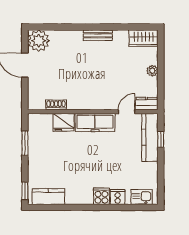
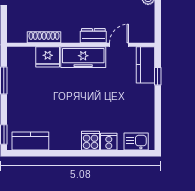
dresser: (147, 104) -> (93, 36), moved
shoe rack: (56, 105) -> (44, 37), width x1.43
kitchen counter: (150, 137) -> (145, 65), width x0.67

